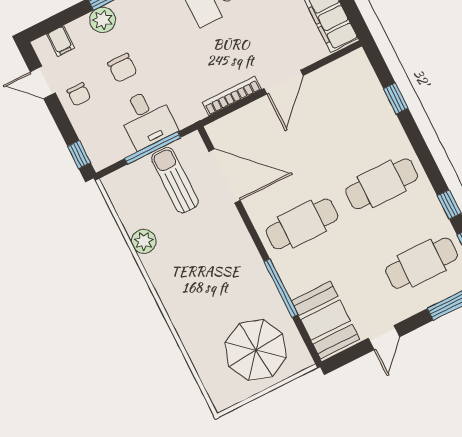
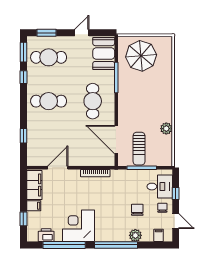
door: (284, 82) -> (58, 168), moved
desk: (147, 119) -> (160, 187), moved, turned 90
window: (79, 154) -> (176, 194), moved
cafe table: (302, 224) -> (93, 101), turned 90

